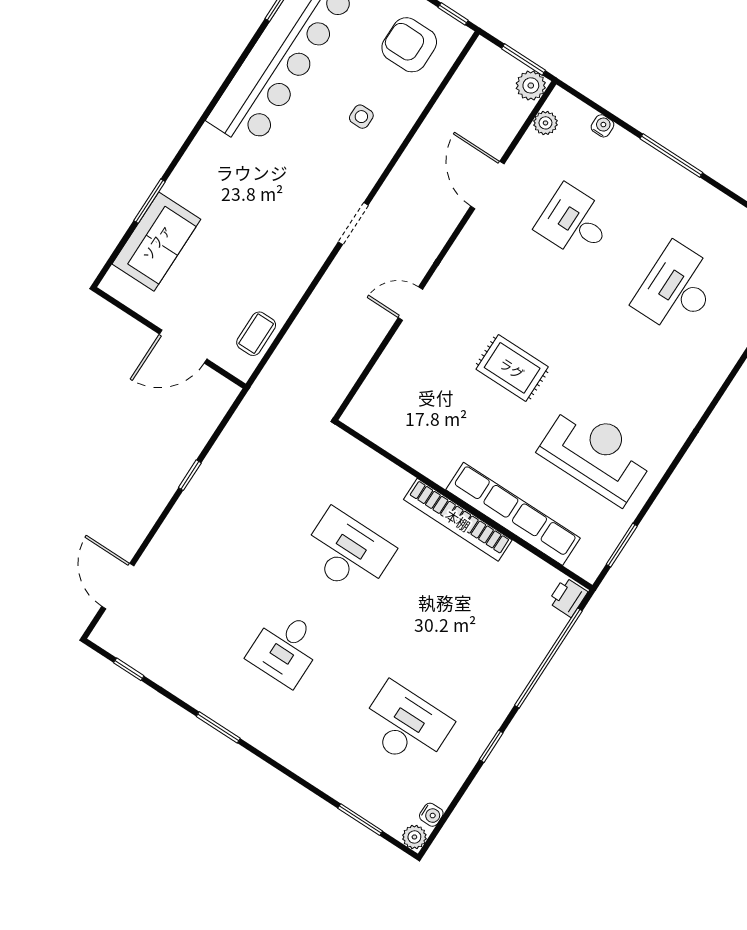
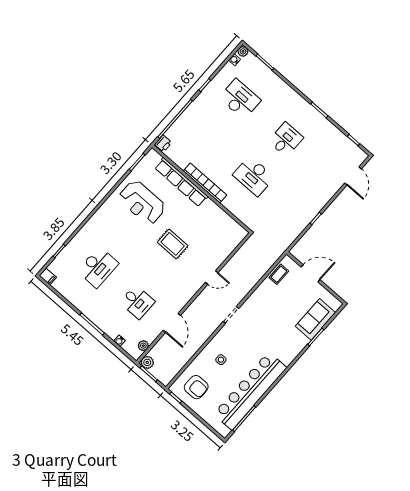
desk: (406, 726) -> (240, 99), turned 180

